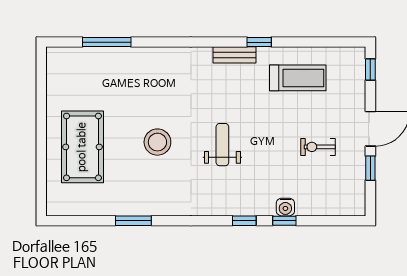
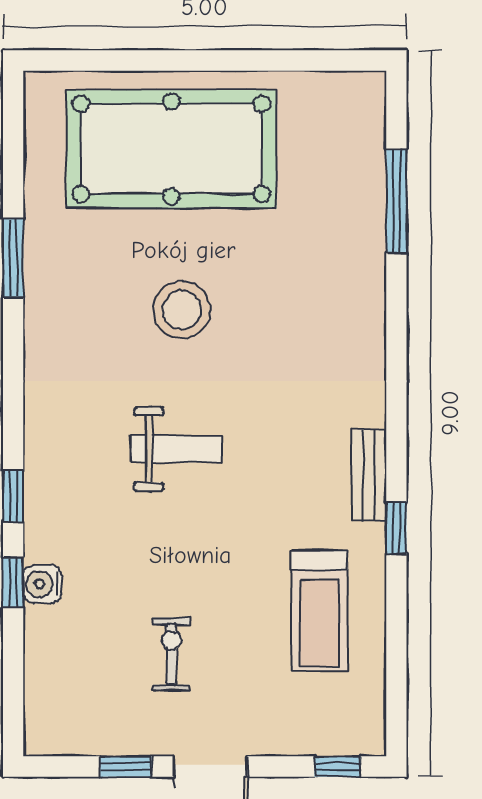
pool table: (82, 147) -> (171, 149), width x1.36, depth x1.32

